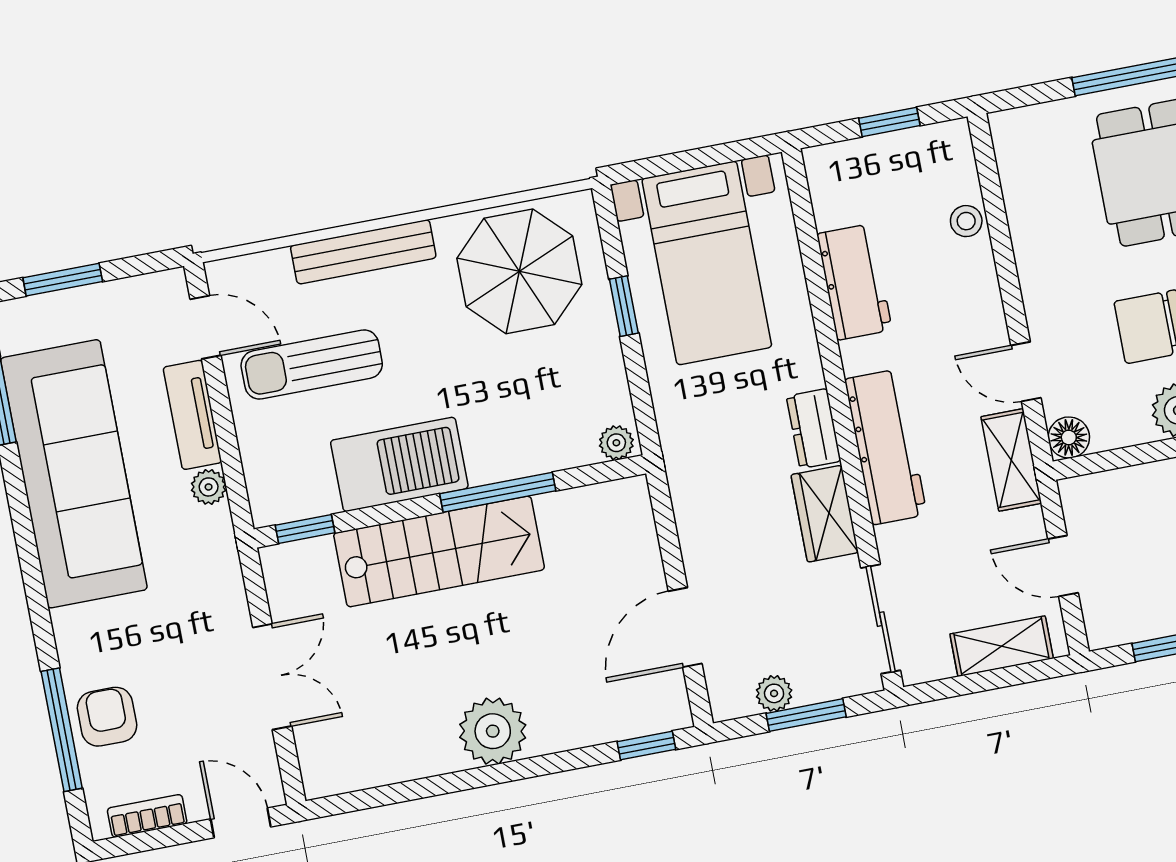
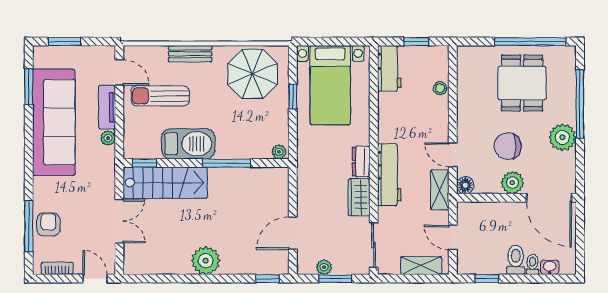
bench: (363, 252) -> (190, 54), width x0.73
workbench: (854, 282) -> (389, 68), moved
stairs: (439, 551) -> (165, 183), moved

